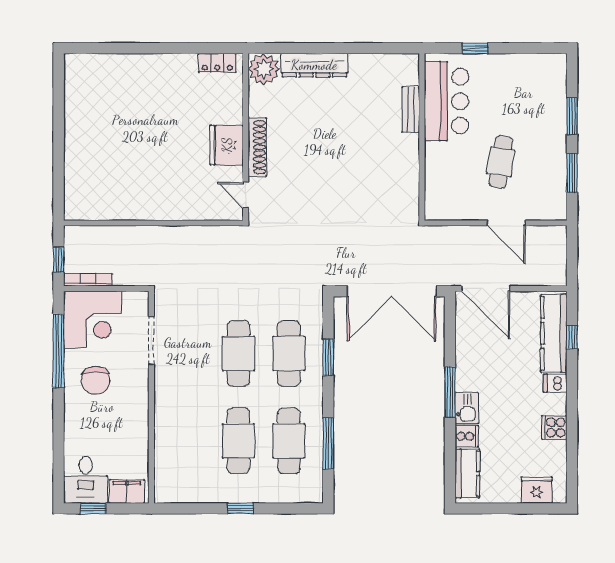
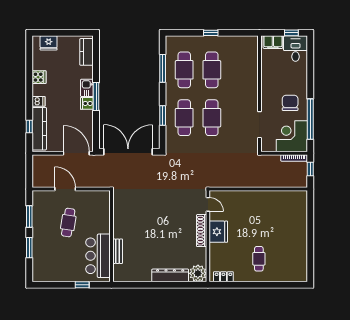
cafe table: (153, 96) -> (259, 259), added
cooker: (467, 436) -> (87, 103), moved

